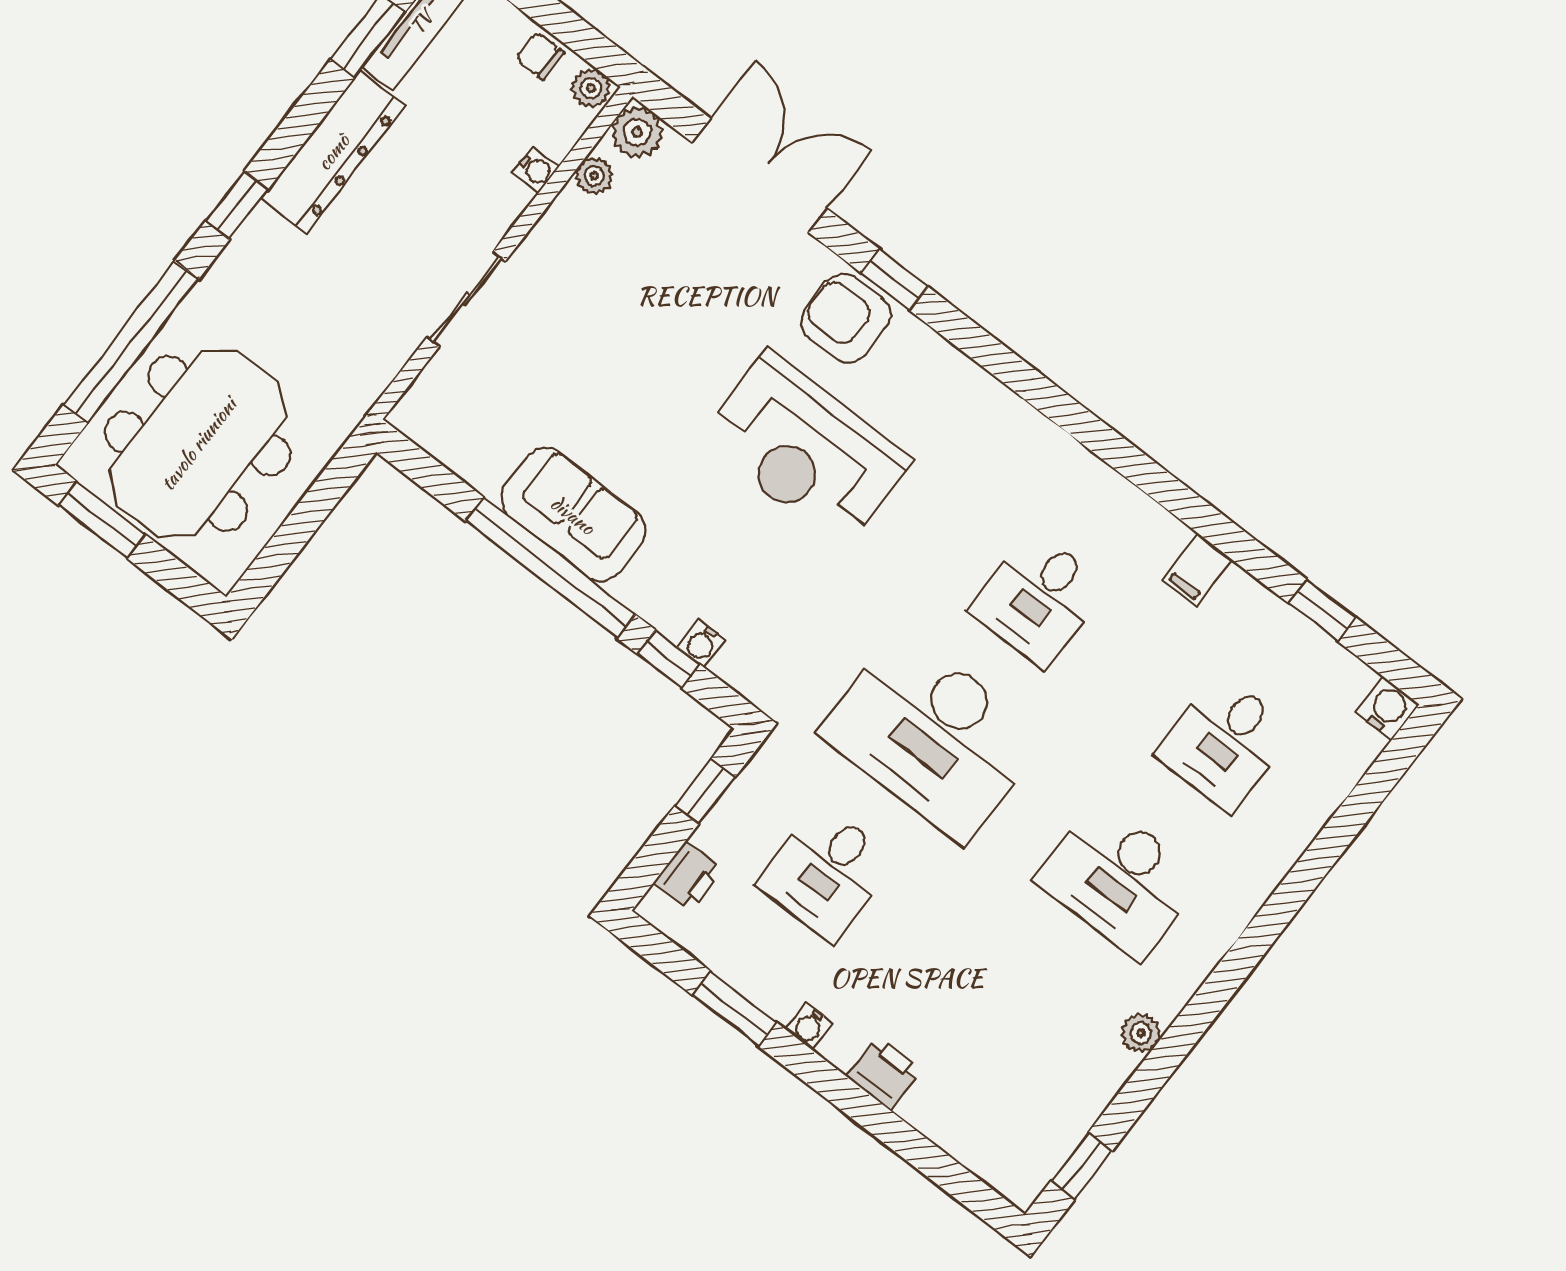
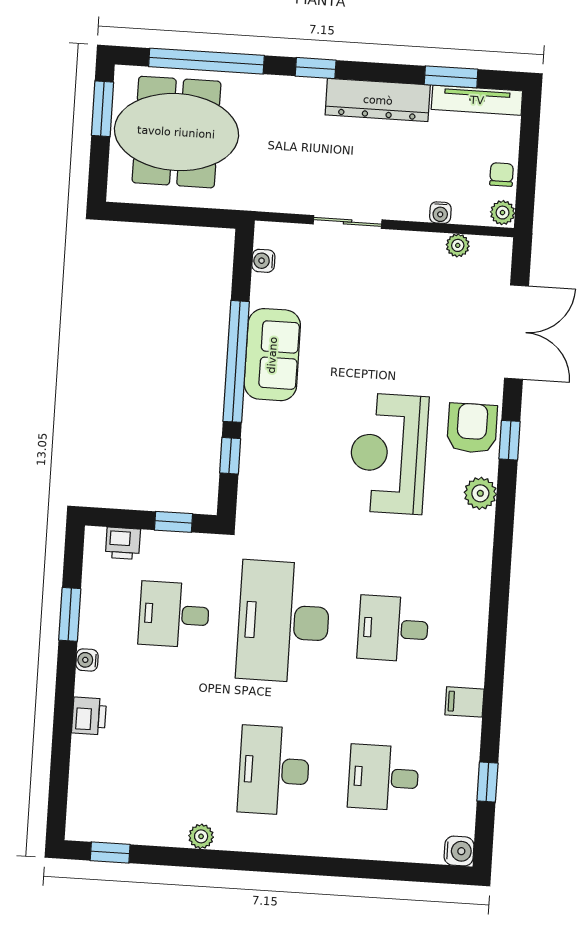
plant: (637, 132) -> (480, 493), moved
water cooler: (702, 644) -> (263, 261), moved

